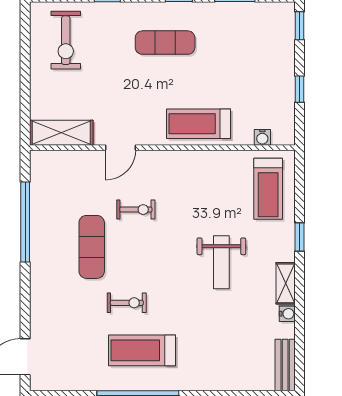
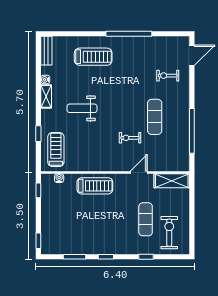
exercise mat: (165, 43) -> (146, 219), moved, turned 90
window: (299, 89) -> (38, 190), moved
window: (299, 237) -> (38, 134), moved
weight bench: (221, 262) -> (82, 108), turned -90
exercise bike: (127, 303) -> (168, 76), moved
treadmill: (142, 350) -> (93, 57), moved

